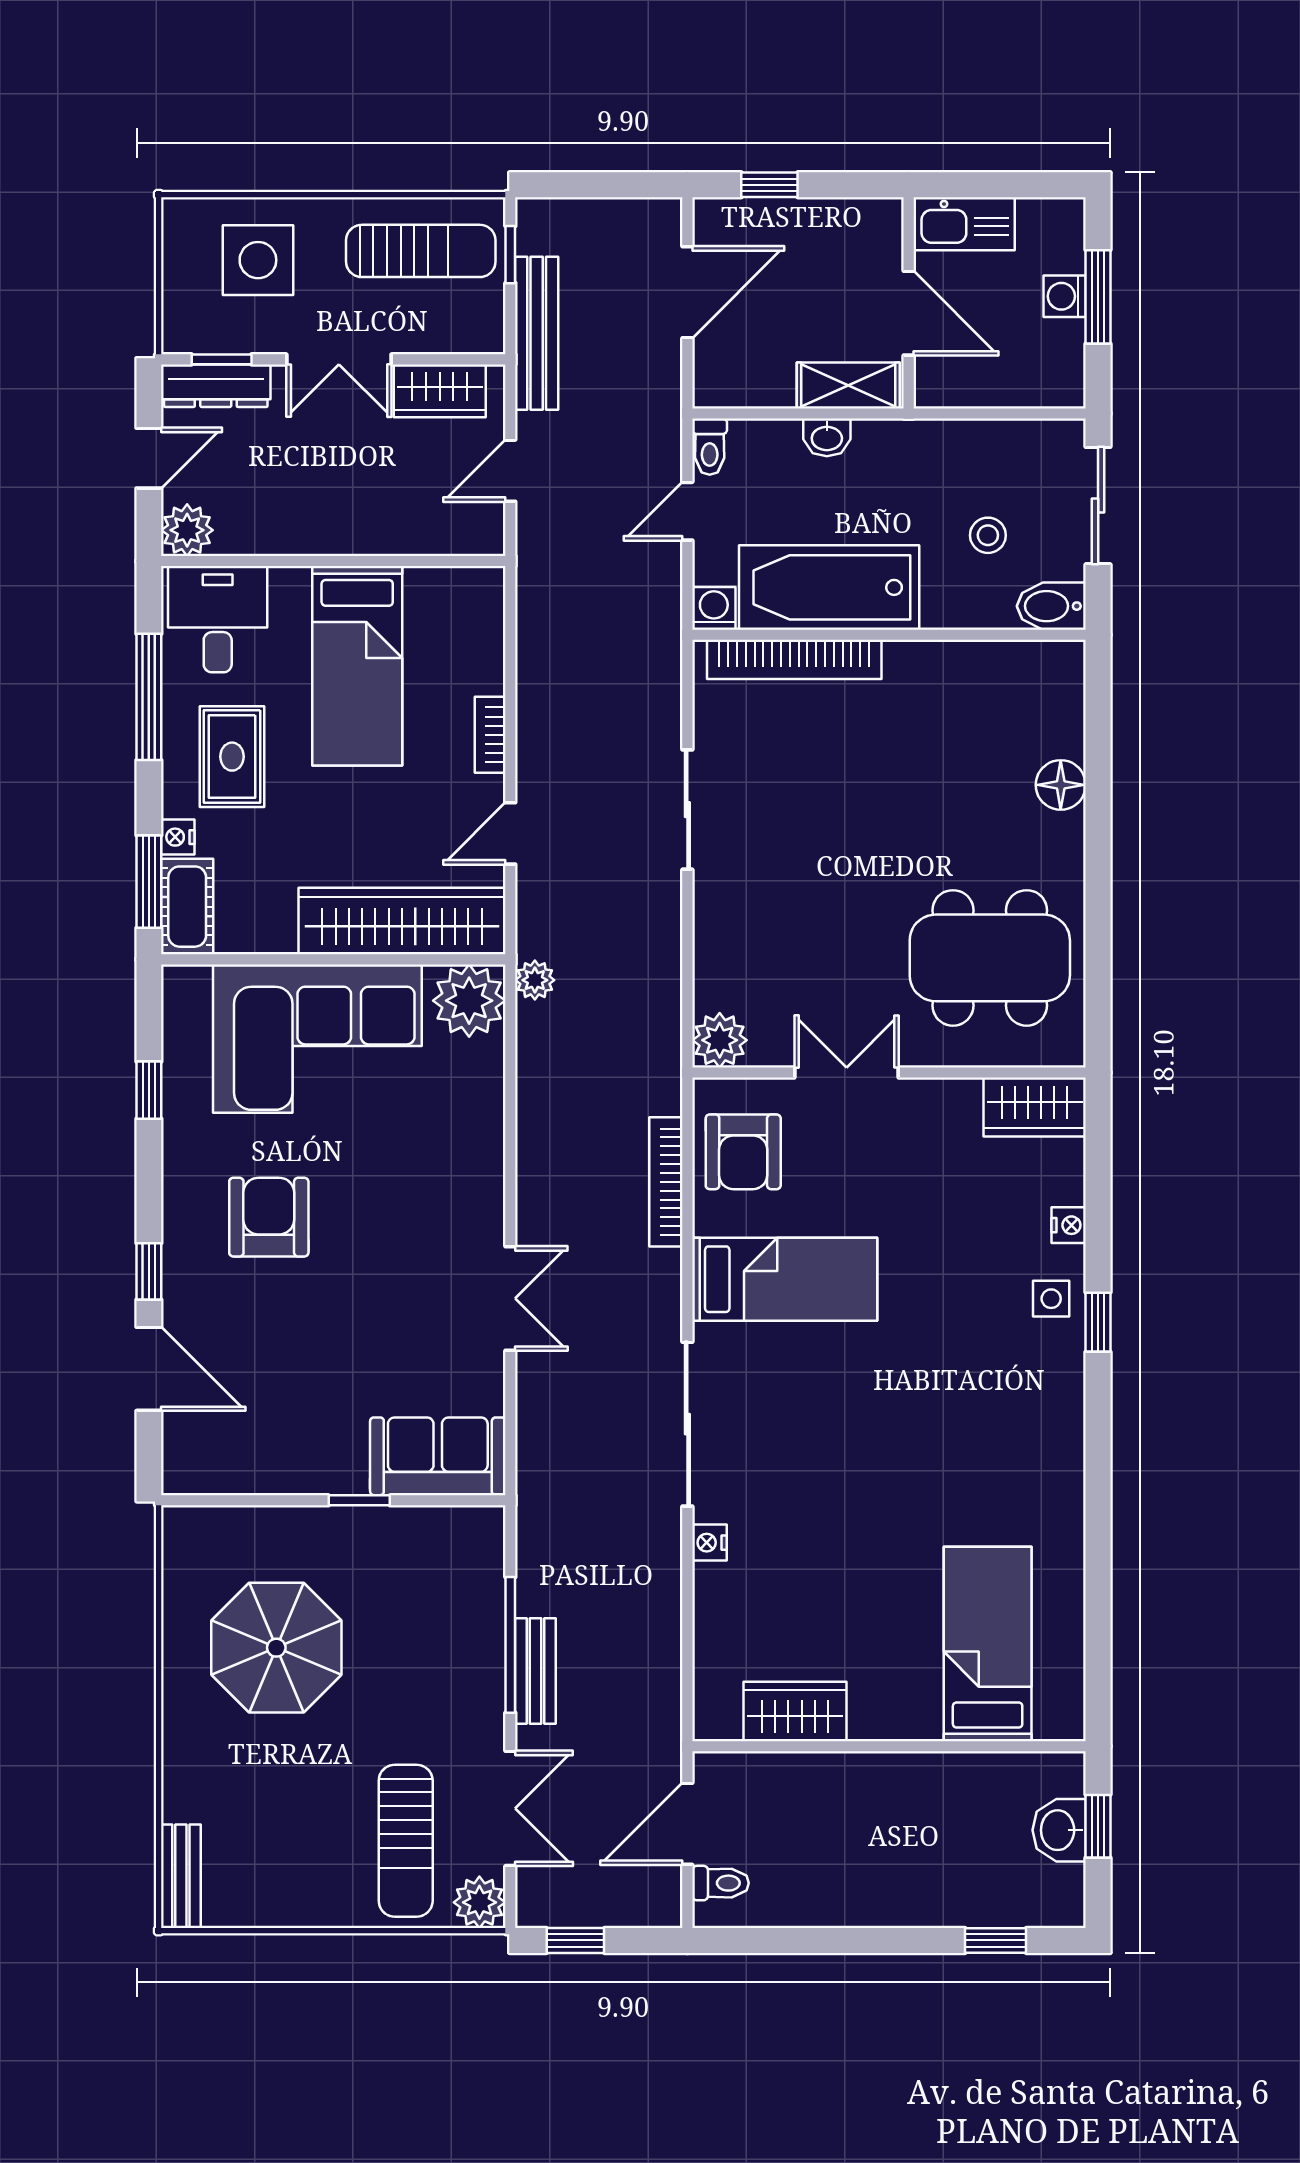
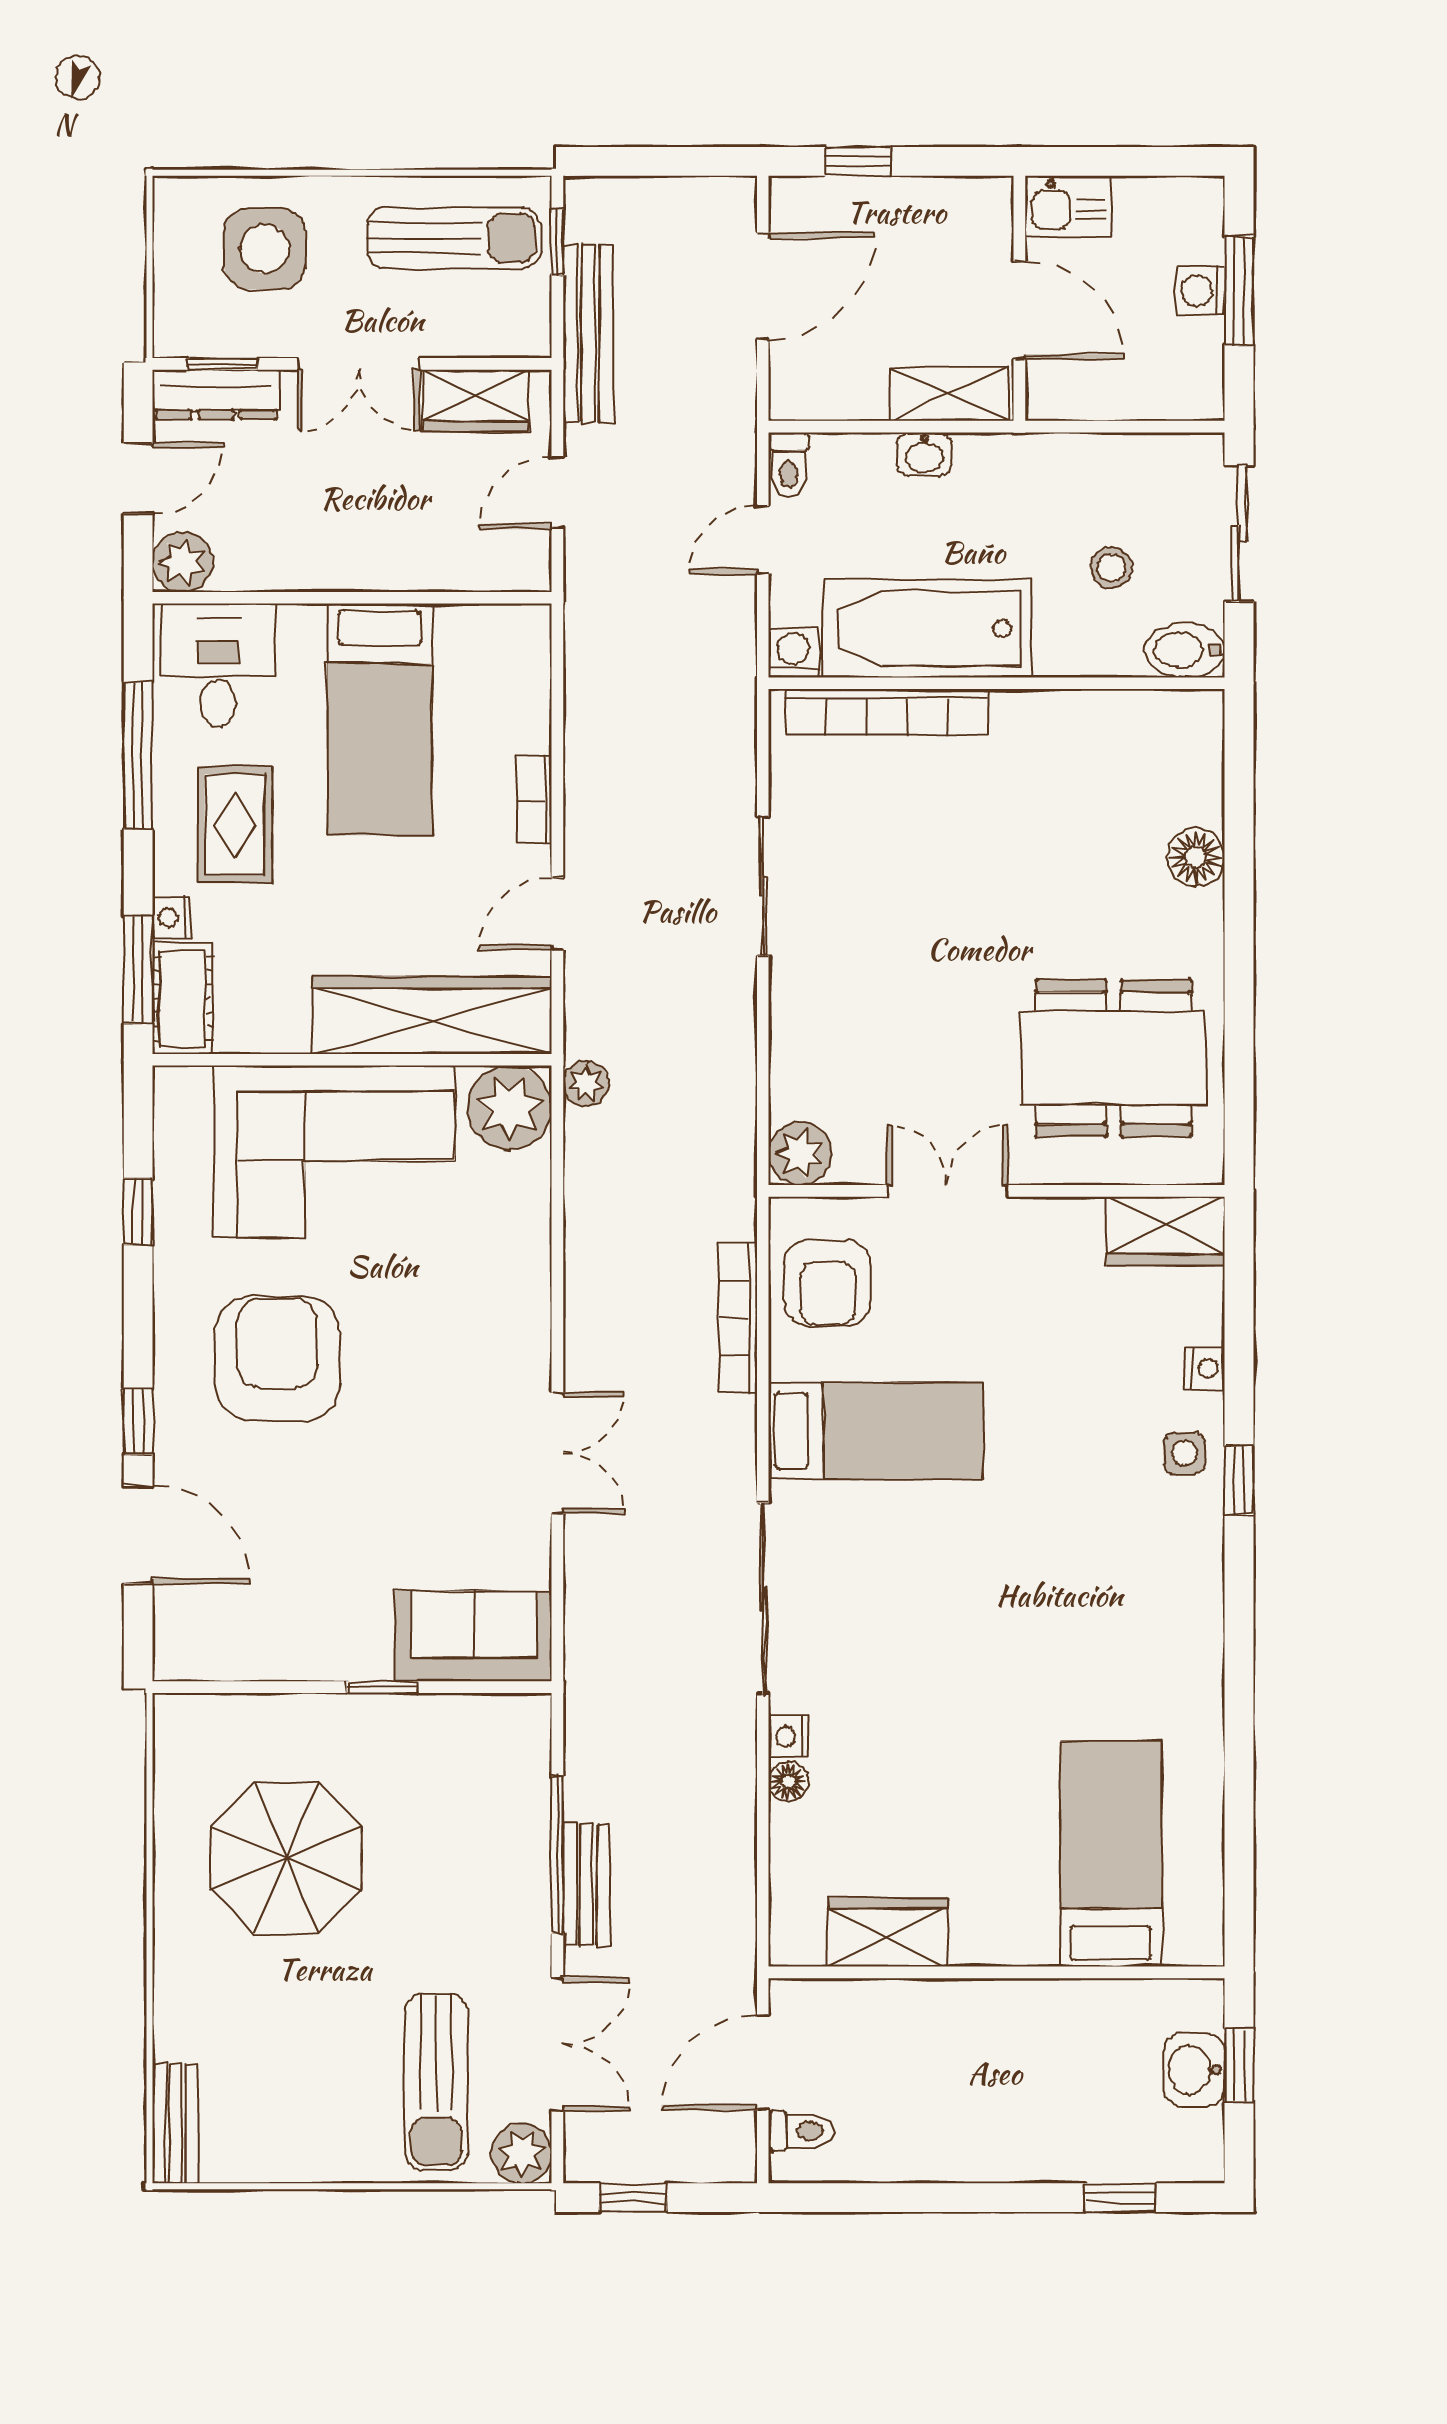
kitchen sink: (964, 224) -> (1068, 207), width x0.73
armchair: (269, 1217) -> (277, 1359), width x1.36, depth x1.36
floor lamp: (709, 1582) -> (788, 1782), added

